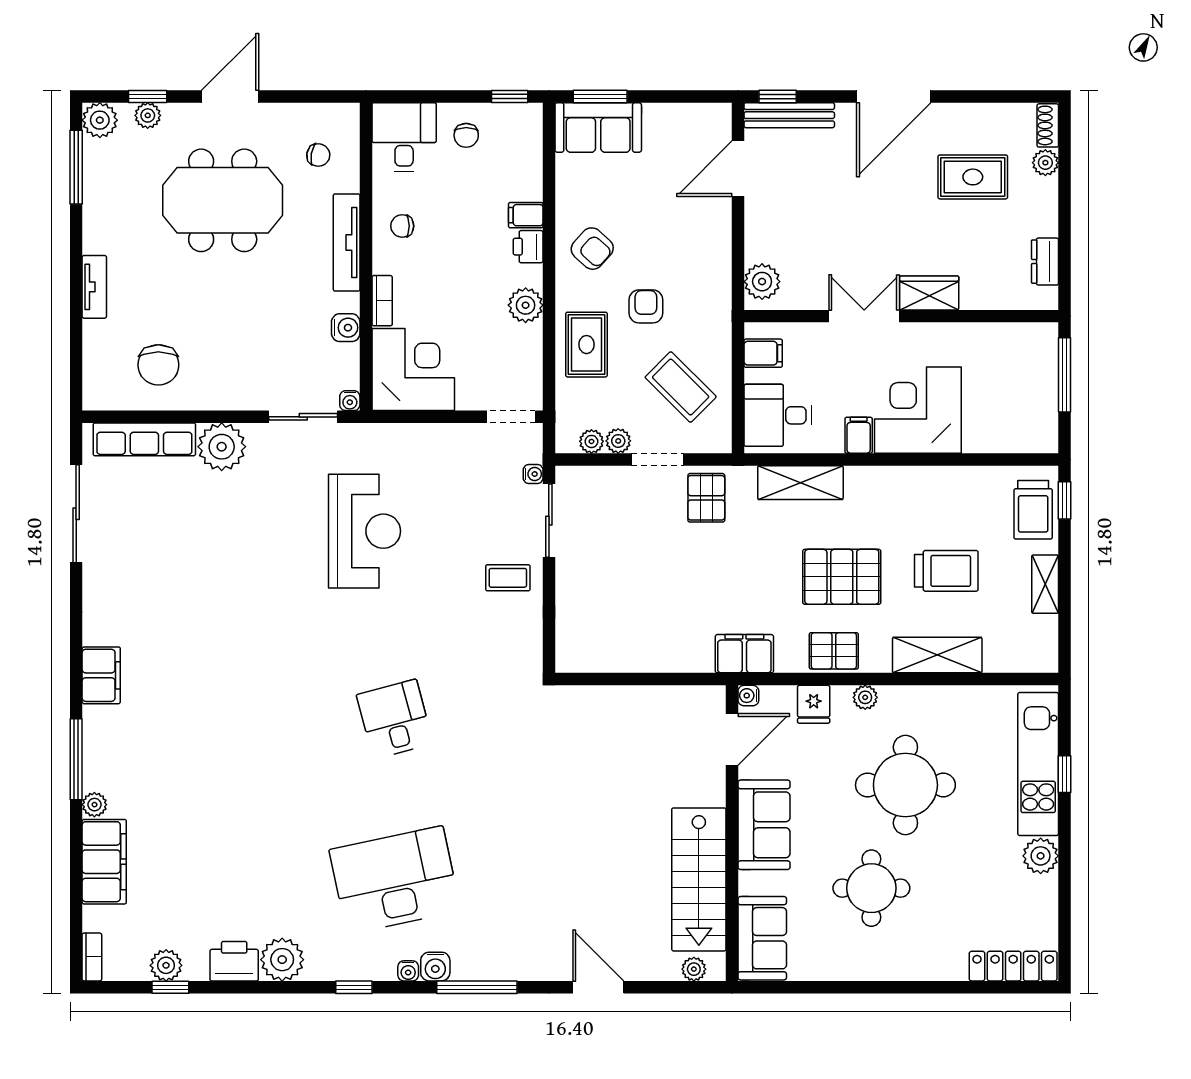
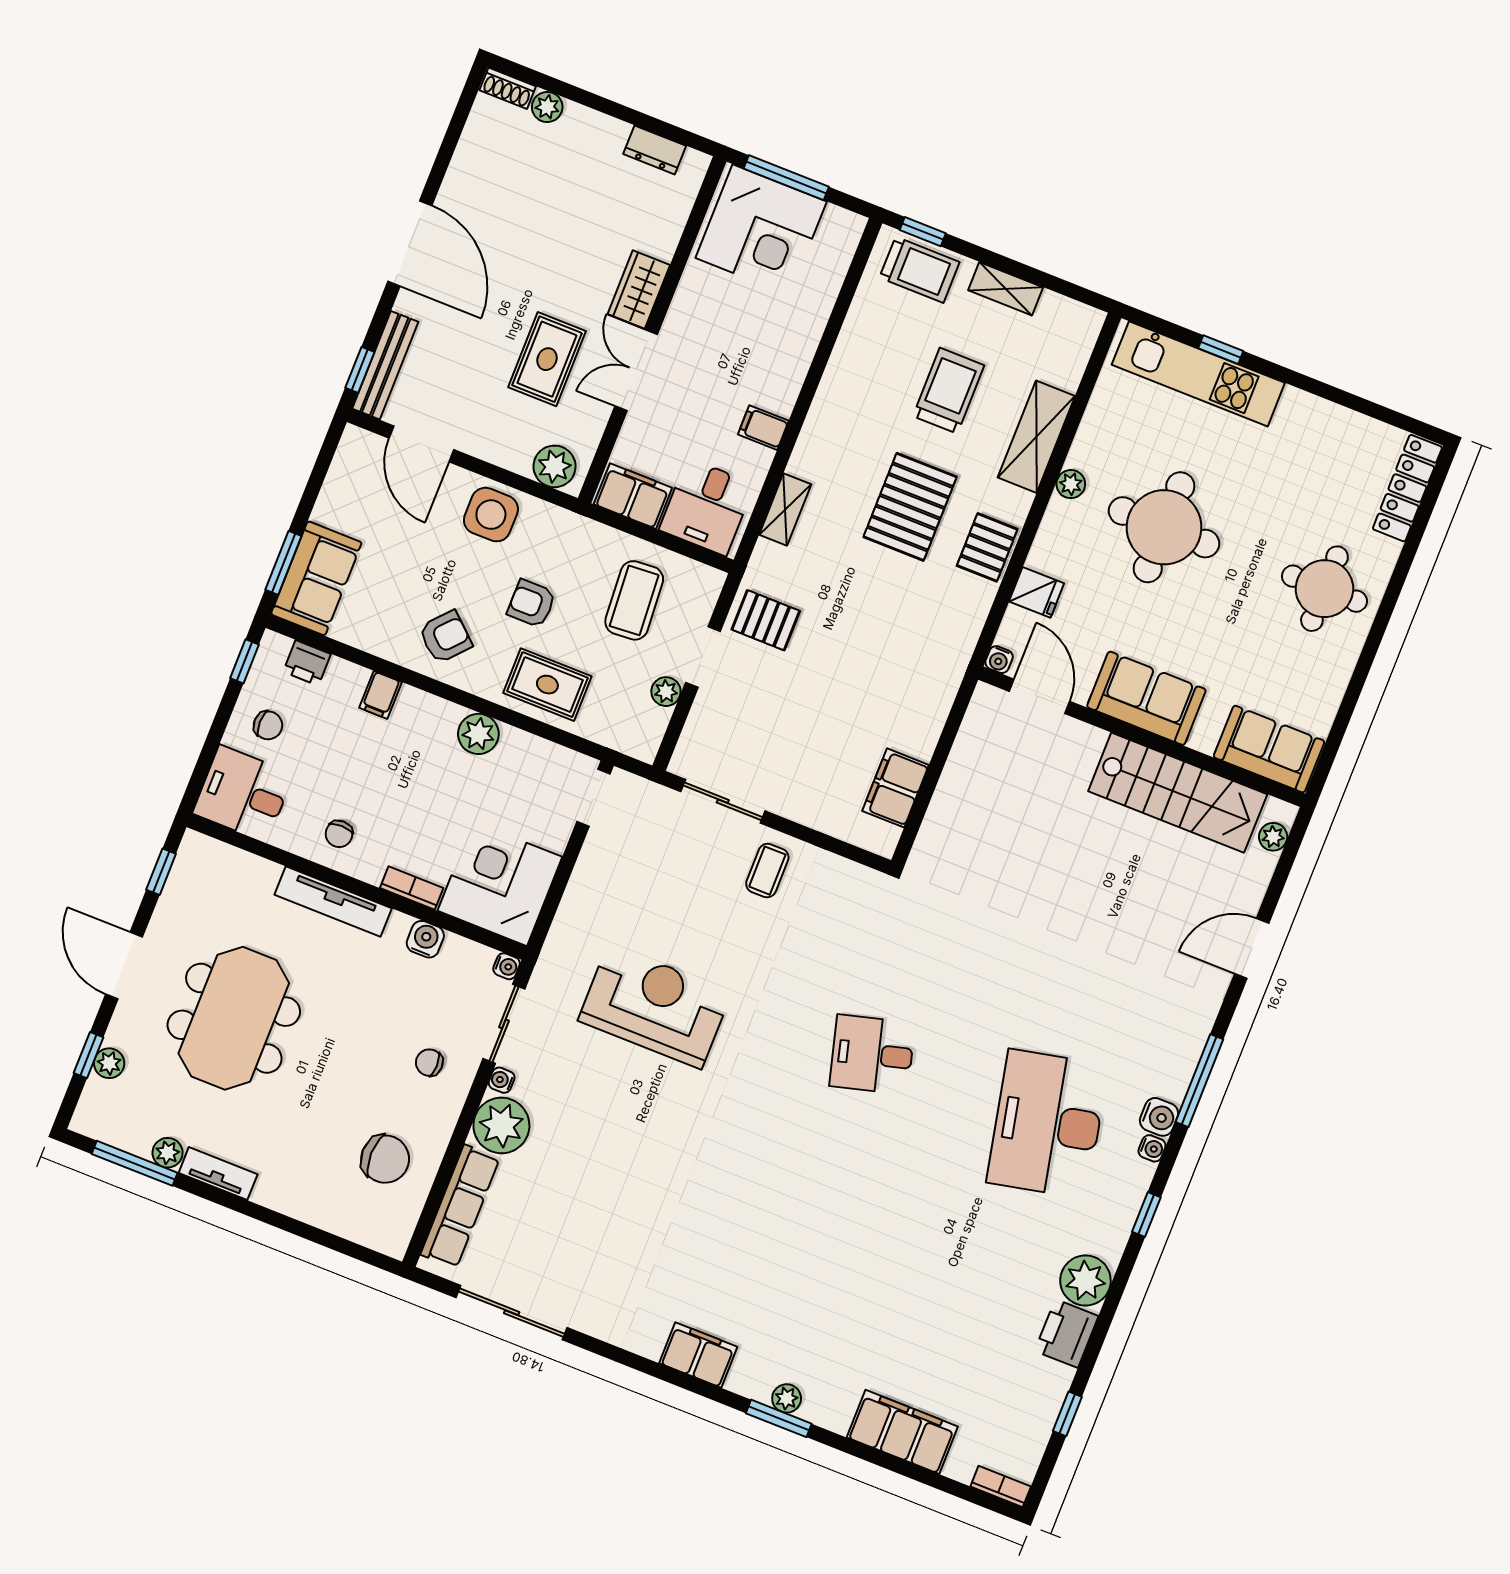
window: (316, 96) -> (161, 872), added
plant: (100, 120) -> (168, 1153), moved, width x0.73, depth x0.73
chair: (318, 155) -> (429, 1063), moved, turned -100
rug: (973, 177) -> (547, 359), moved
side table: (704, 246) -> (491, 515), added
printer: (528, 247) -> (307, 663), moved
tv unit: (94, 287) -> (218, 1174), moved
filing cabinet: (763, 353) -> (633, 496), width x2.00
coffee table: (681, 387) -> (634, 600), turned -49
corner desk: (918, 410) -> (761, 230), moved, turned -90
plant: (591, 441) -> (655, 721), removed
water cooler: (533, 474) -> (502, 1080), moved, turned -90
shelving: (800, 483) -> (785, 509), width x0.67, depth x0.75
filing cabinet: (744, 654) -> (896, 788), moved
plant: (865, 697) -> (1071, 484), moved
window: (76, 759) -> (779, 1418), width x0.69
plant: (94, 805) -> (787, 1398), moved
plant: (1041, 856) -> (1299, 411), removed
round table: (871, 888) -> (1324, 589), moved
plant: (166, 965) -> (1042, 1409), removed

